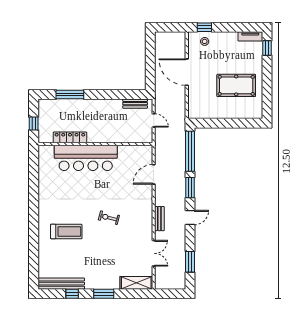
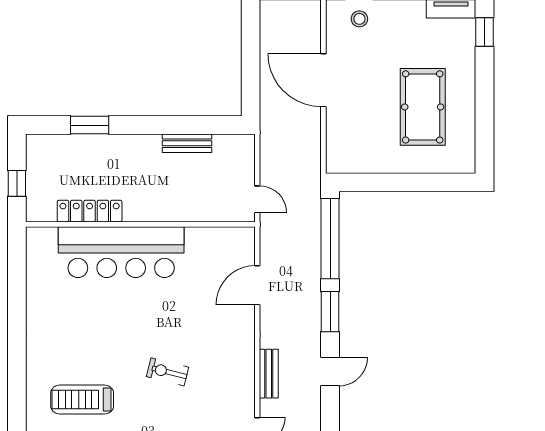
pool table: (236, 85) -> (423, 107), turned 90
window: (70, 94) -> (90, 125), width x0.69
bench: (135, 104) -> (187, 143), moved
door: (154, 120) -> (257, 199), moved
treadmill: (66, 231) -> (82, 400), turned 180

